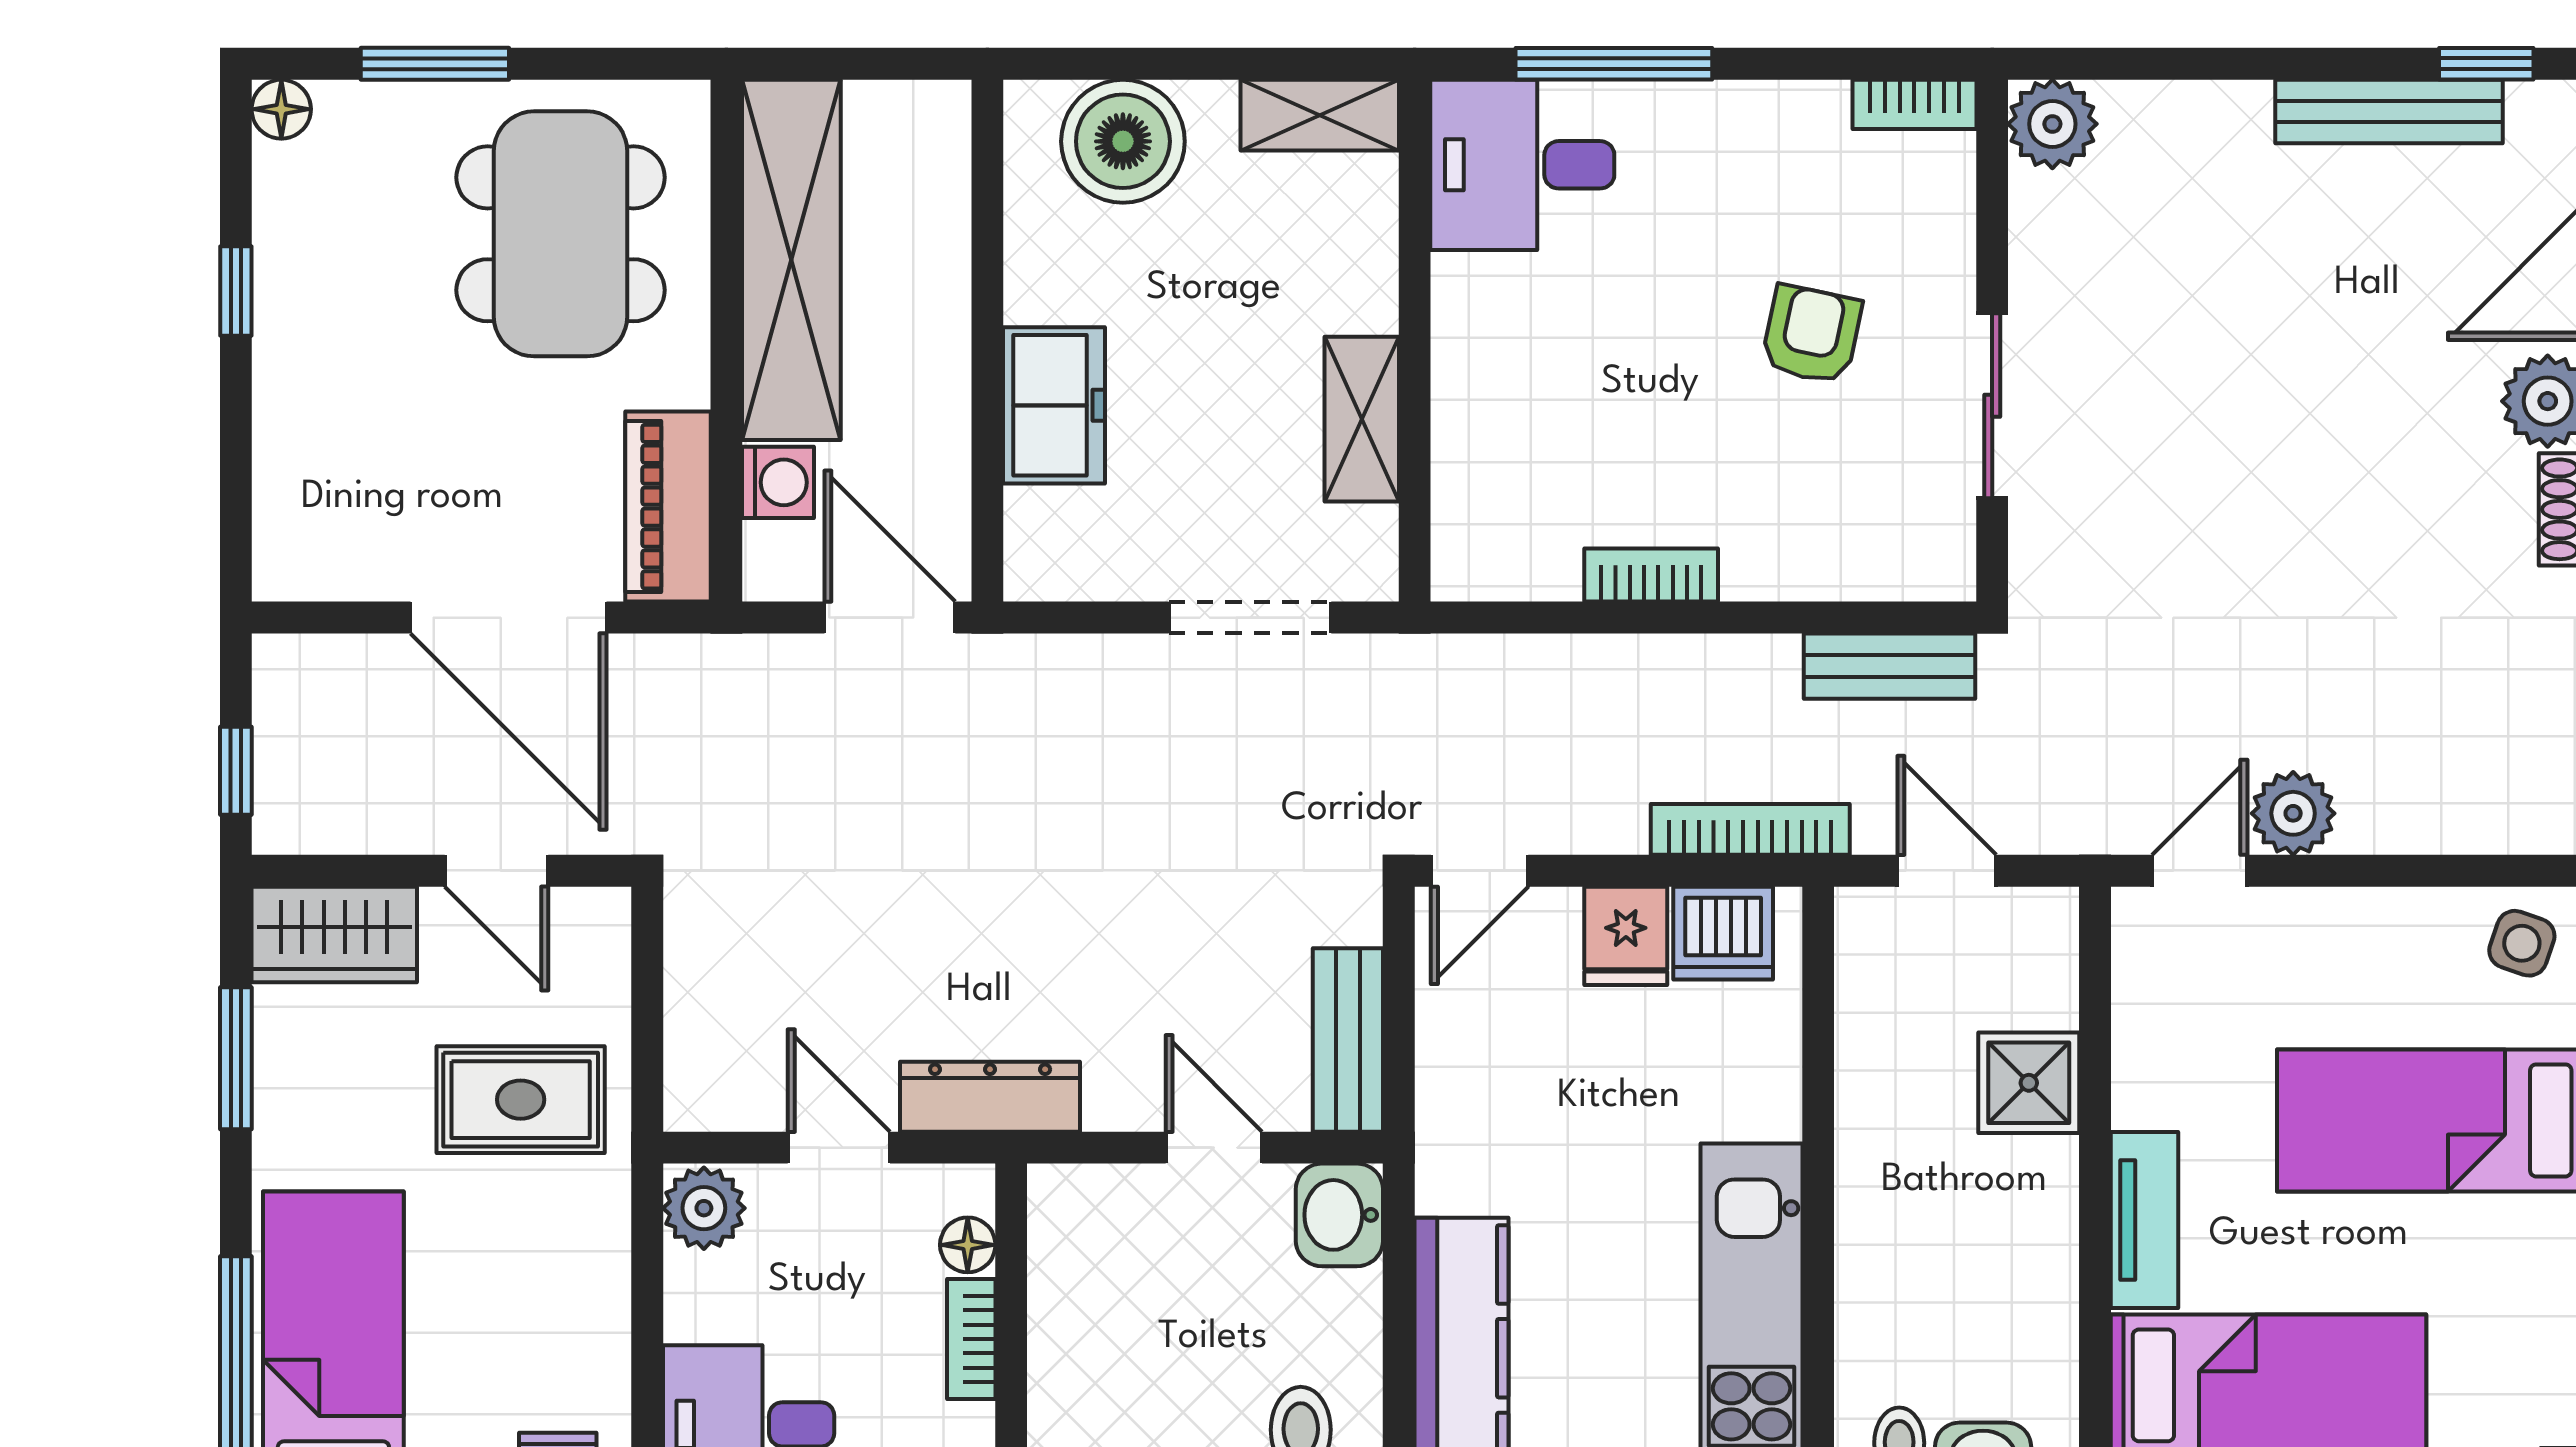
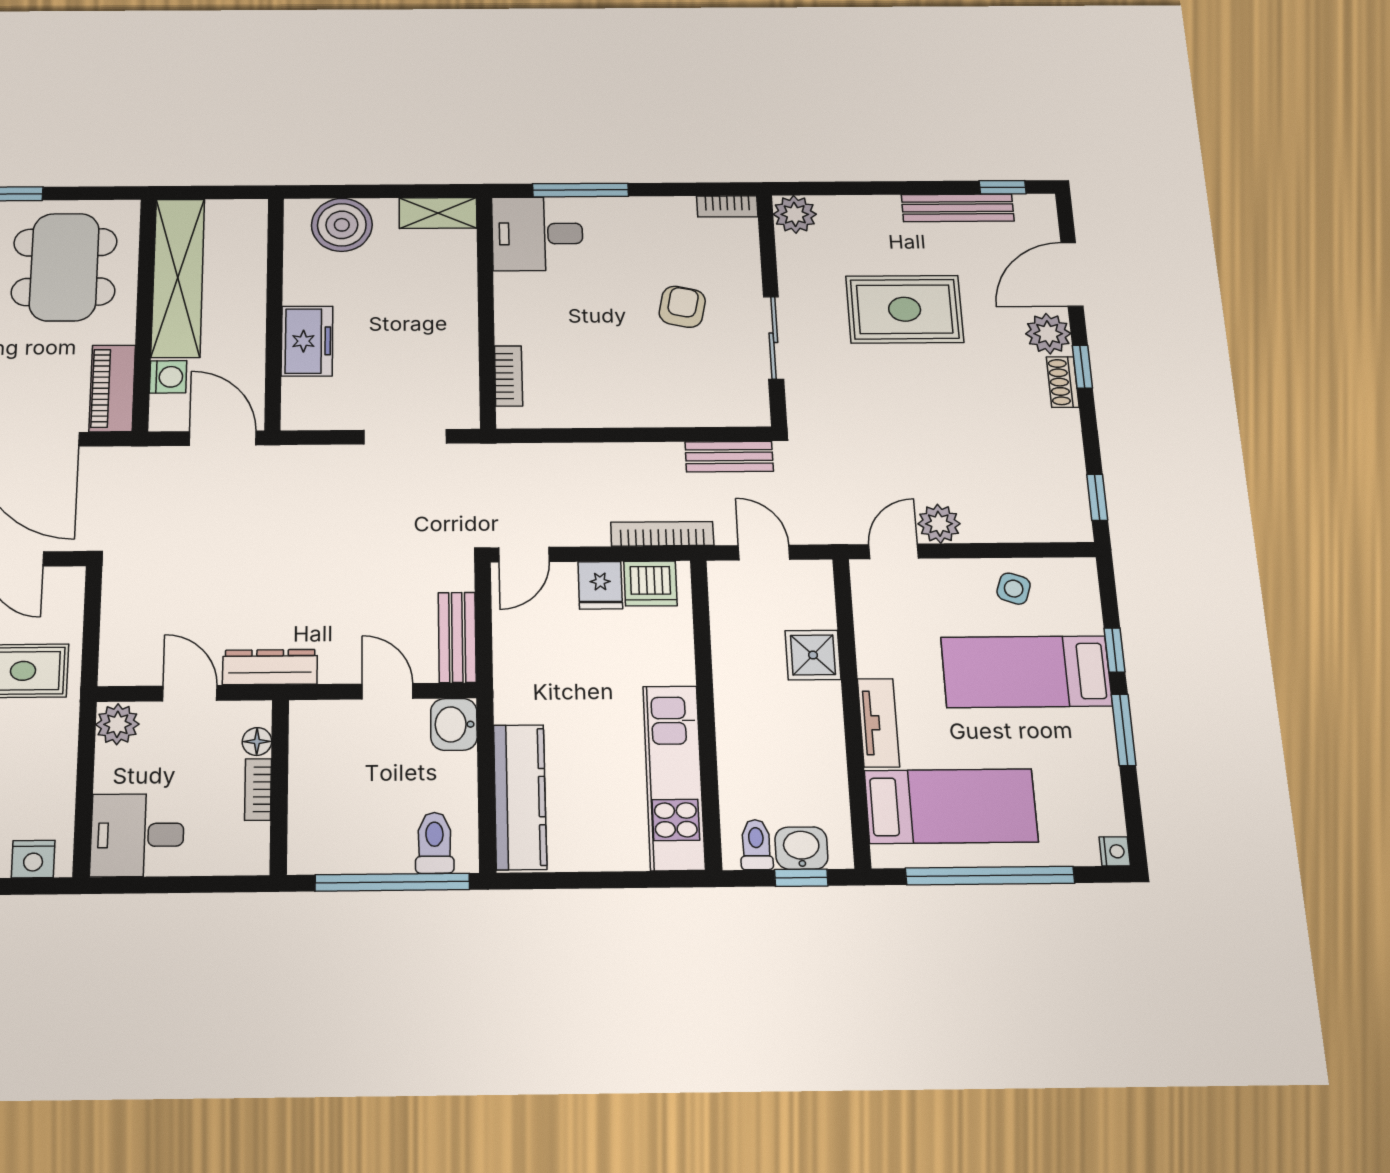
rug: (2262, 344) -> (905, 309), added
shelving: (1362, 419) -> (460, 346), removed
bookcase: (1651, 575) -> (508, 376), moved, turned 90
side table: (2522, 943) -> (1014, 589), moved

